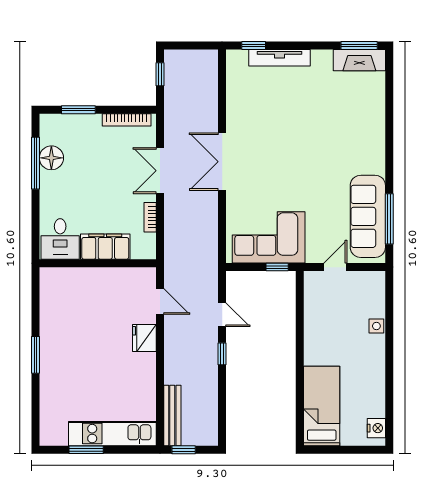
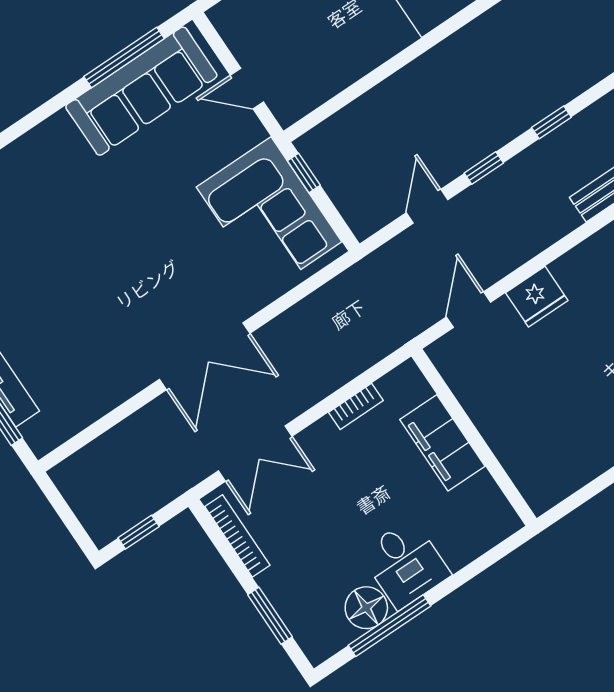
double door: (160, 171) -> (255, 453), moved
desk: (60, 239) -> (405, 564), moved, turned 90
window: (222, 401) -> (551, 122), added

